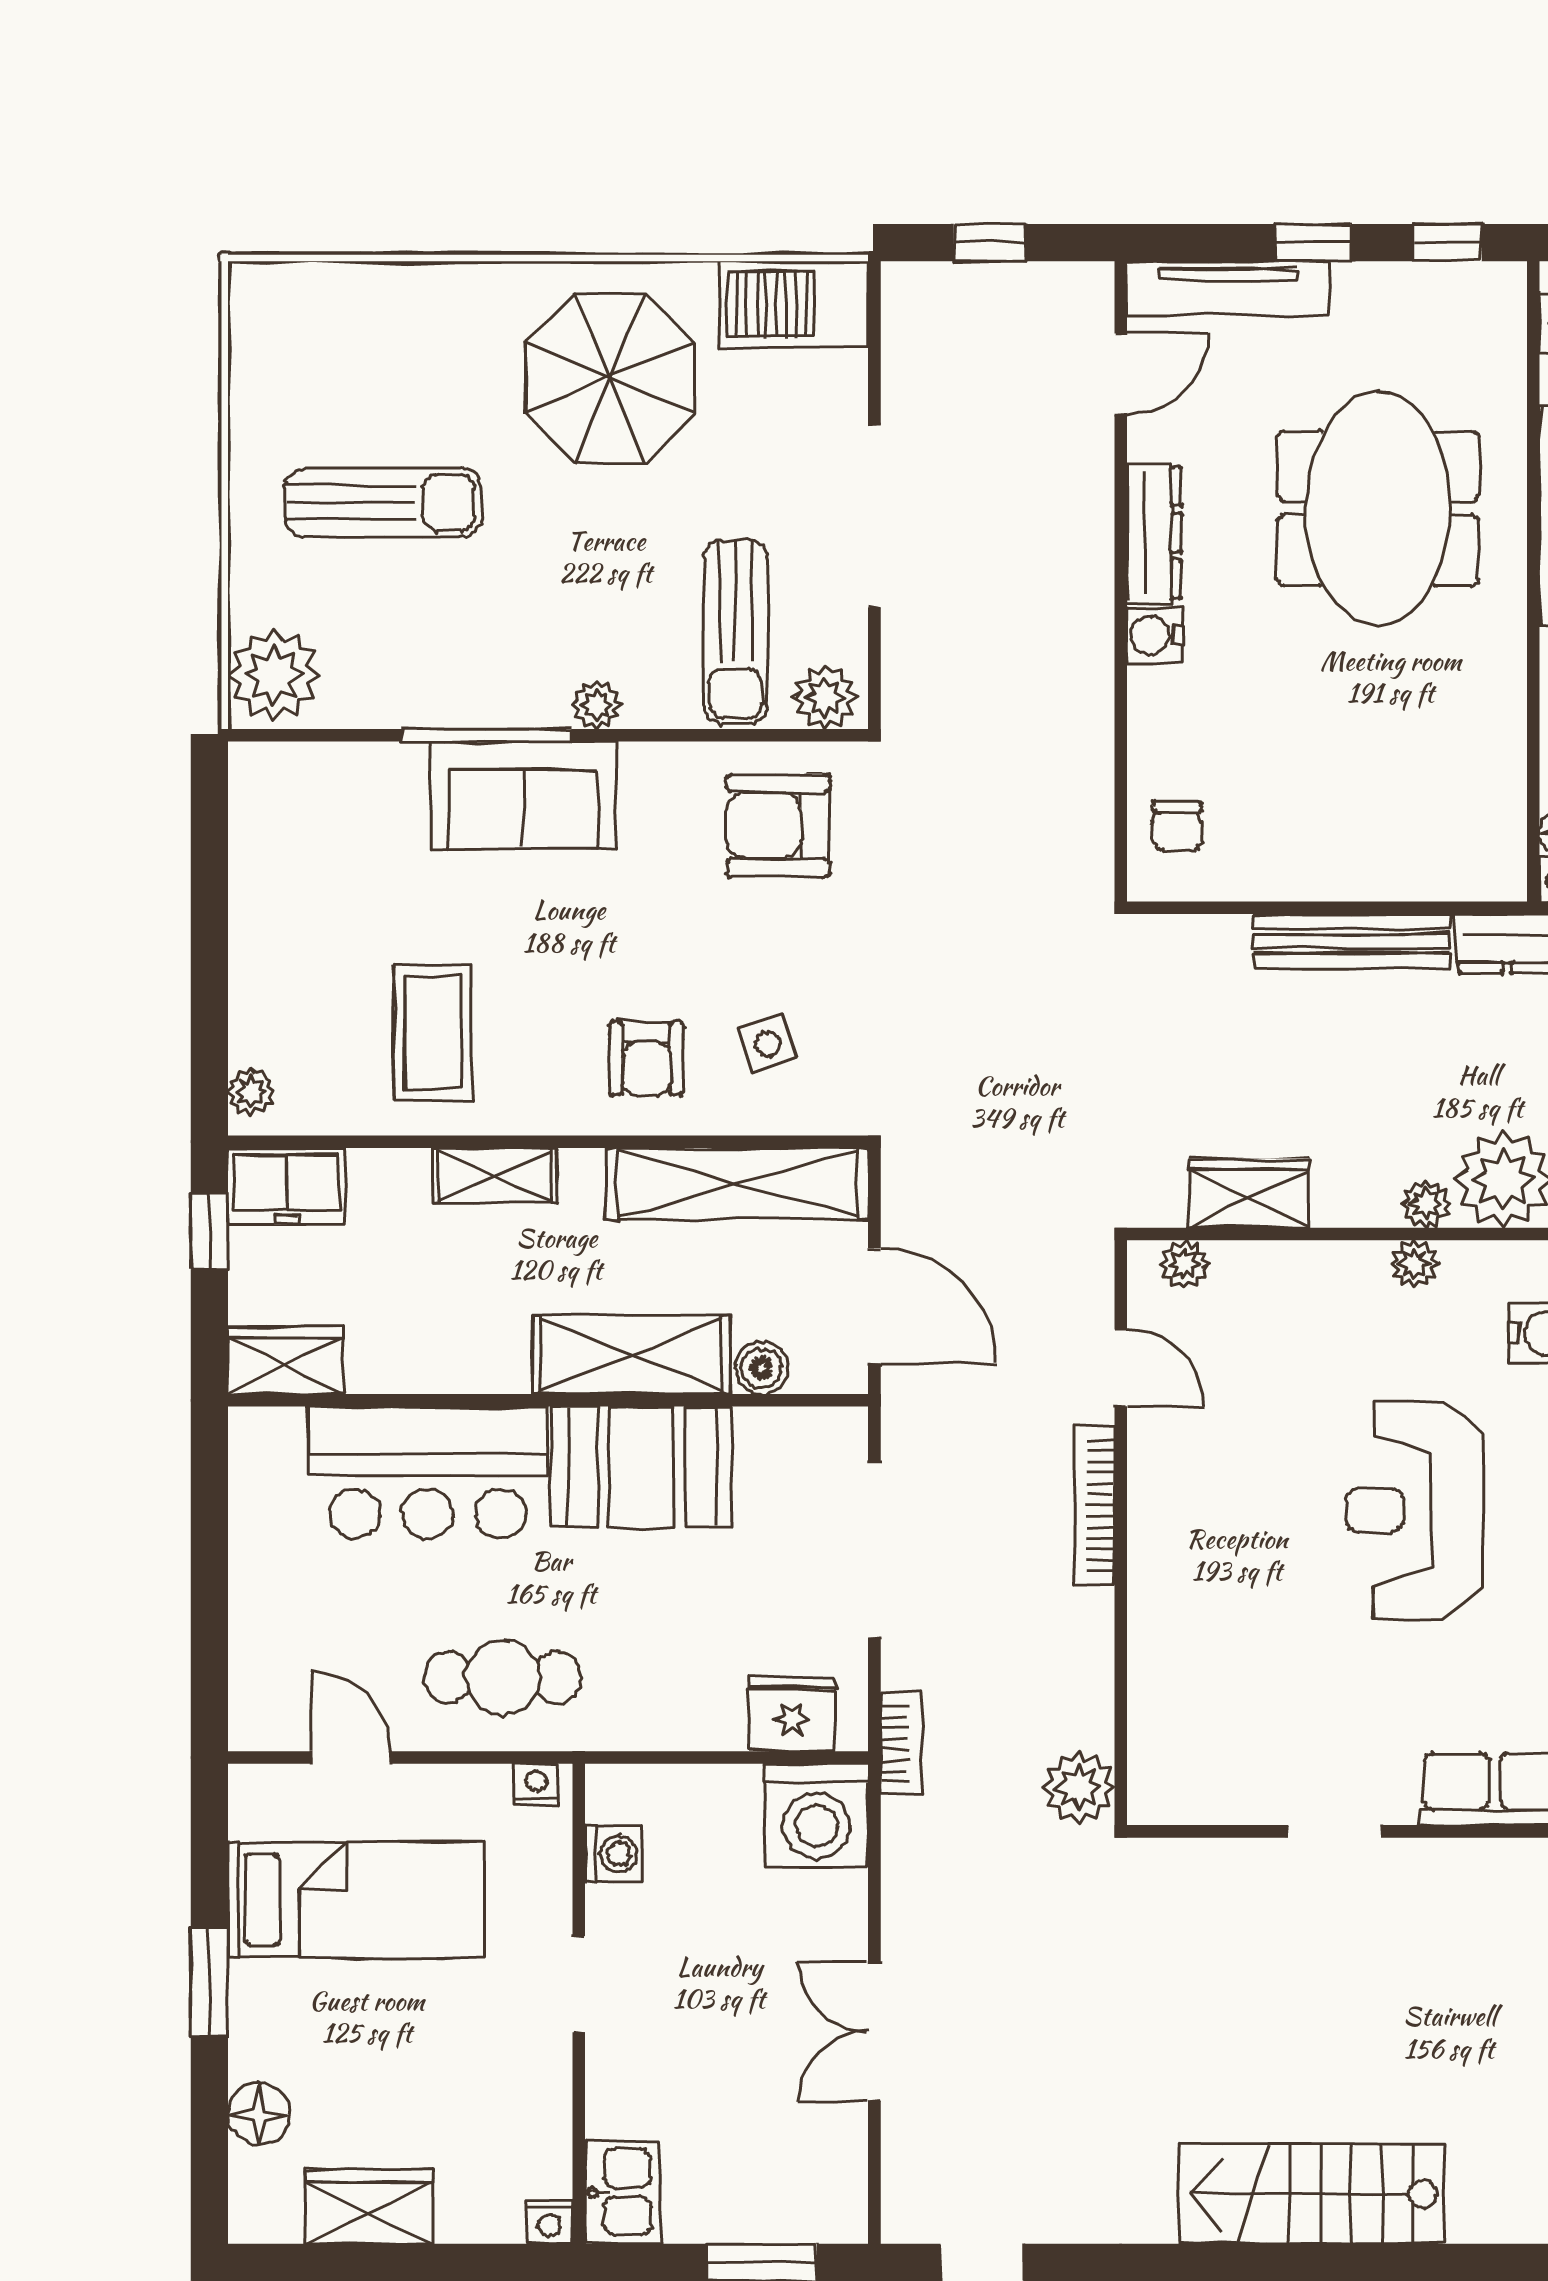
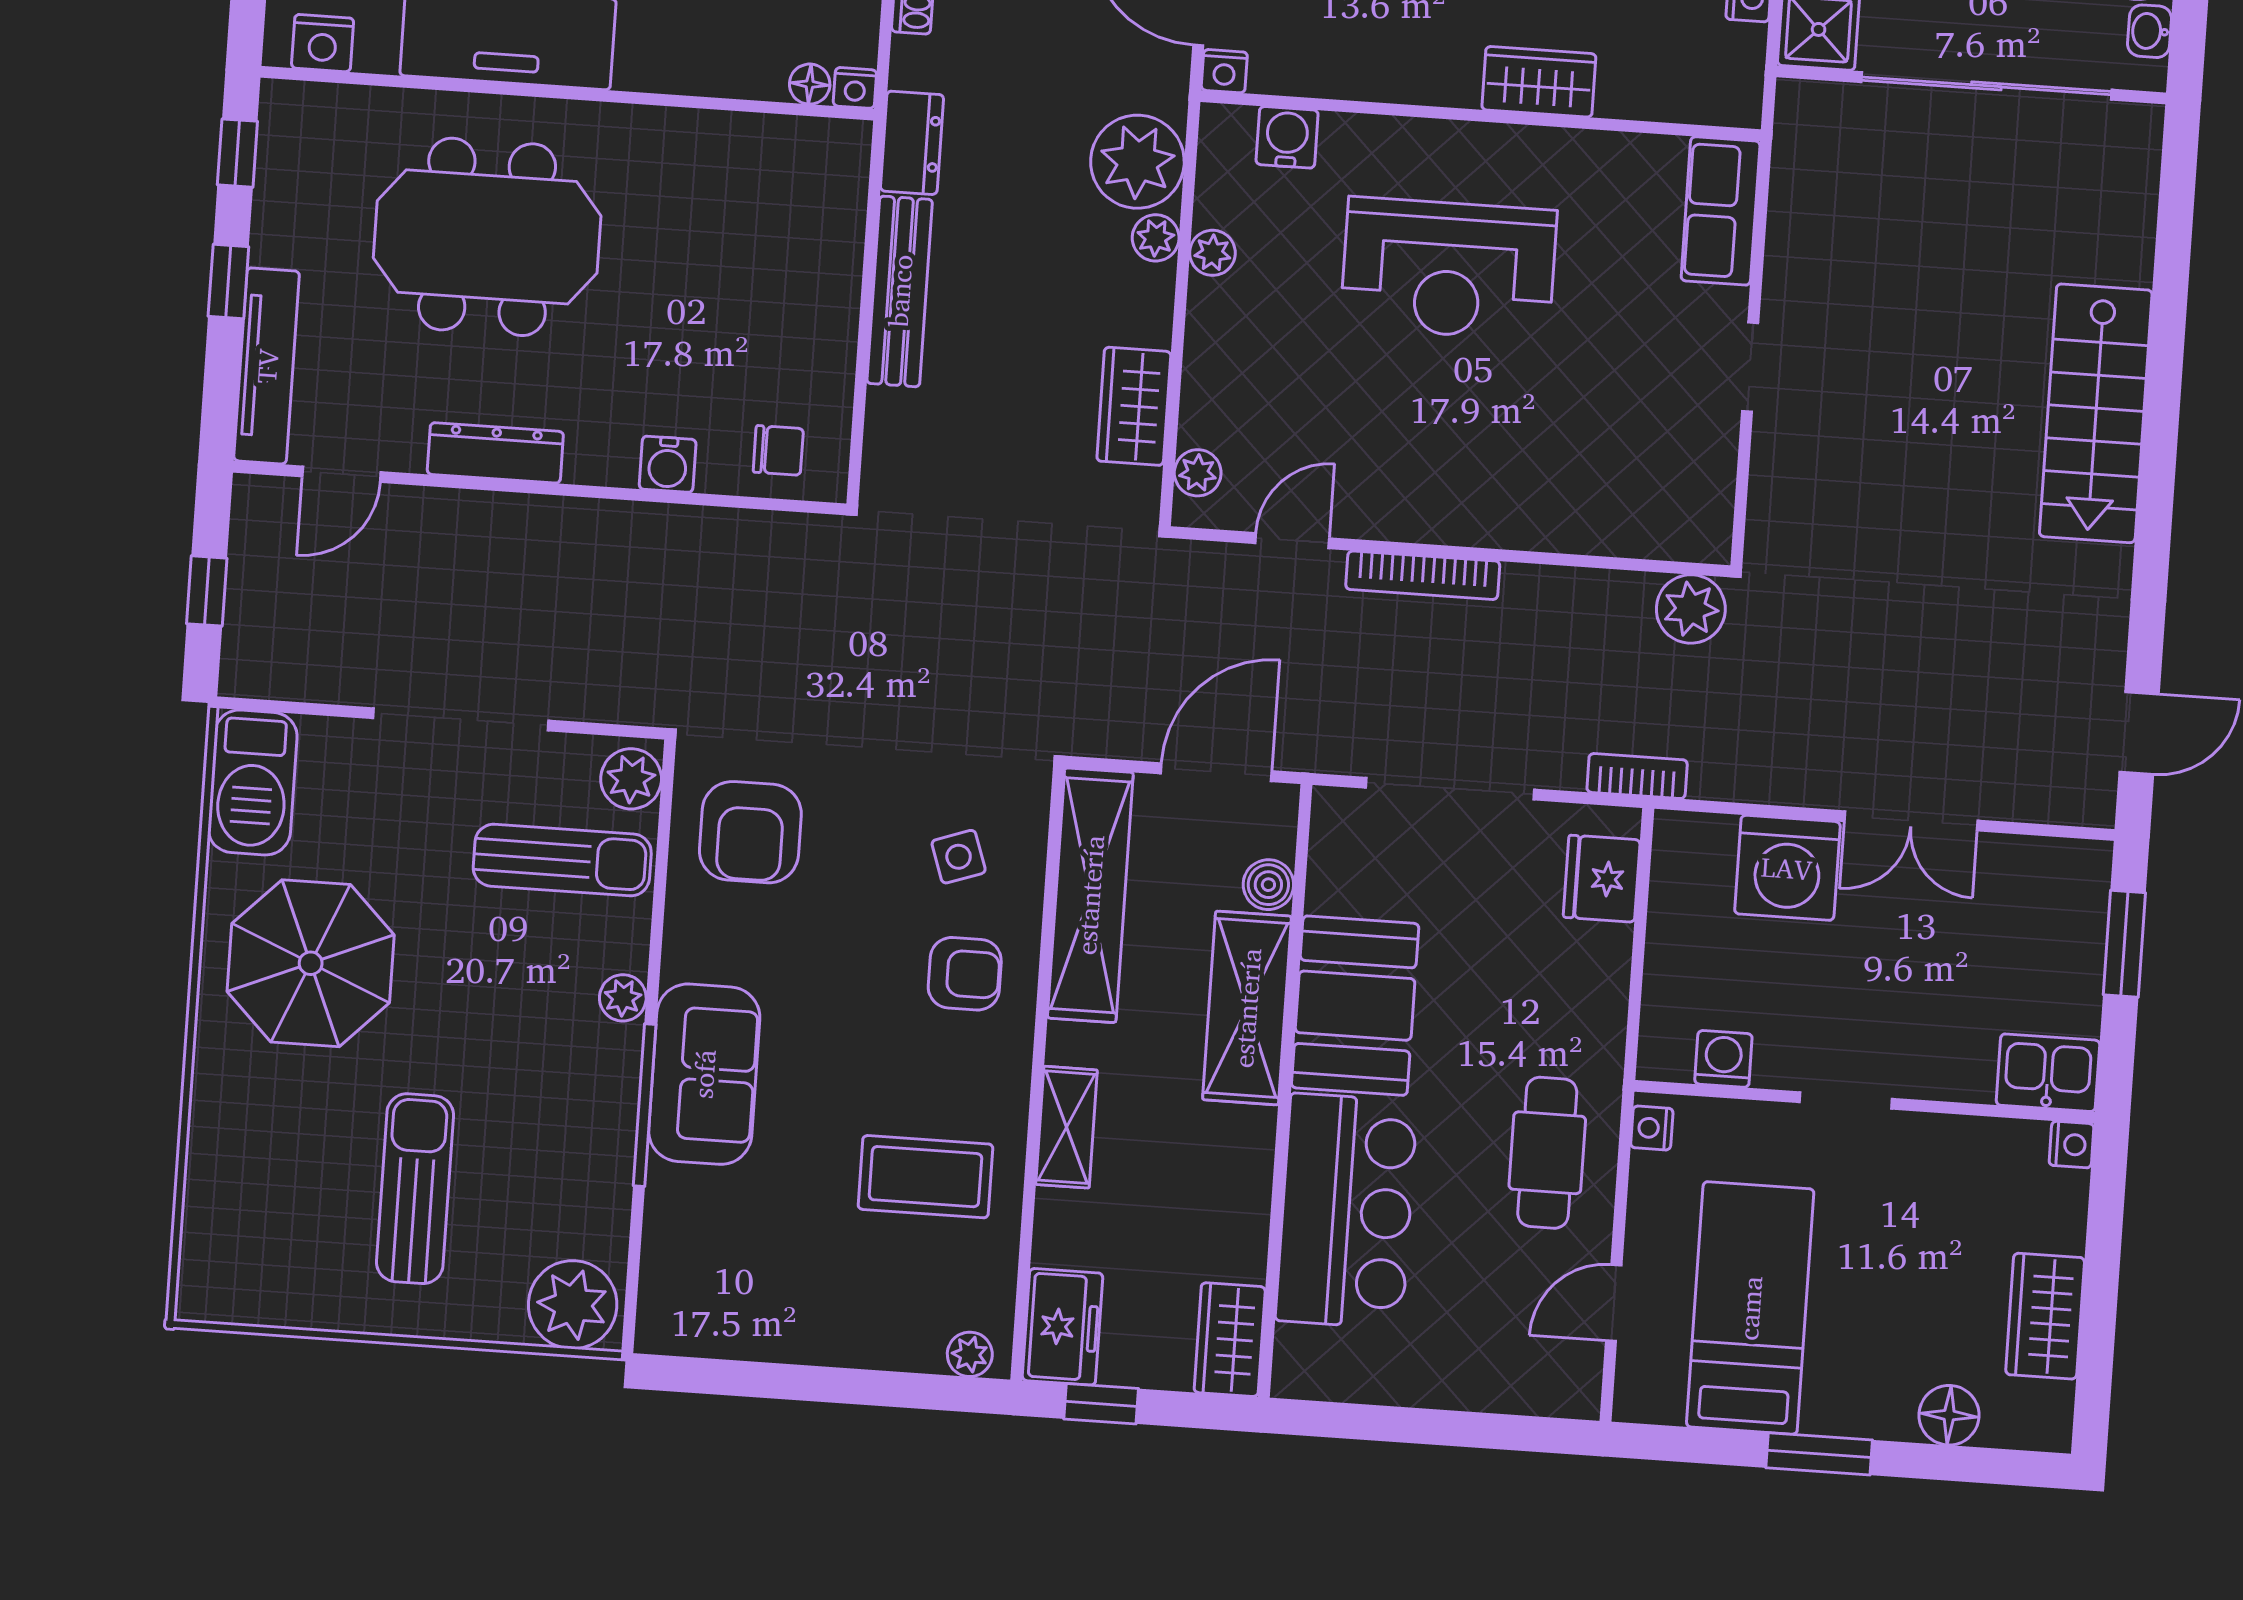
door: (1121, 374) -> (341, 474), swing flipped
water cooler: (1155, 635) -> (668, 464), moved
washing machine: (816, 1815) -> (1787, 868), moved, turned 90

